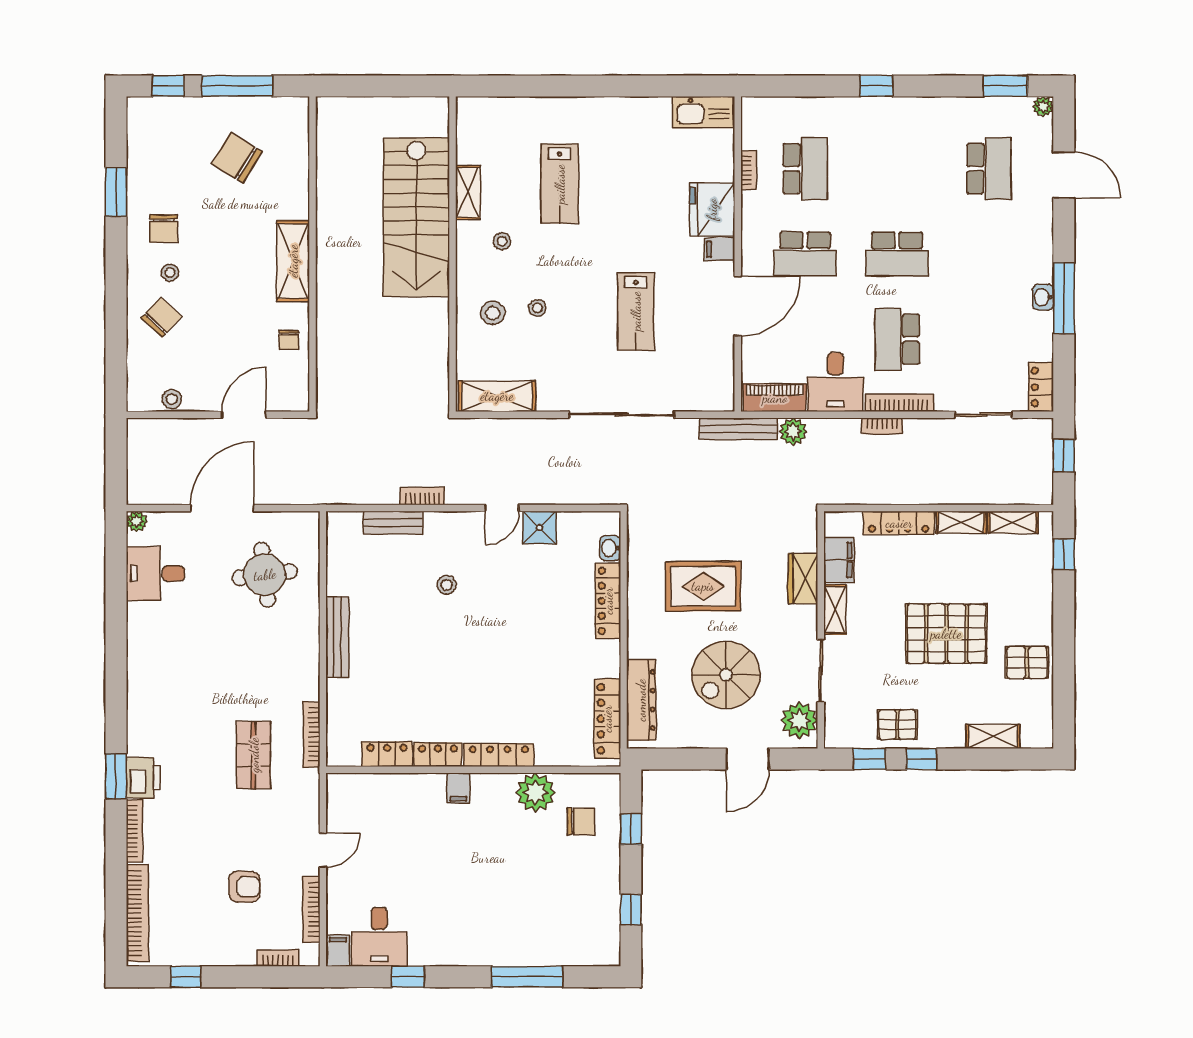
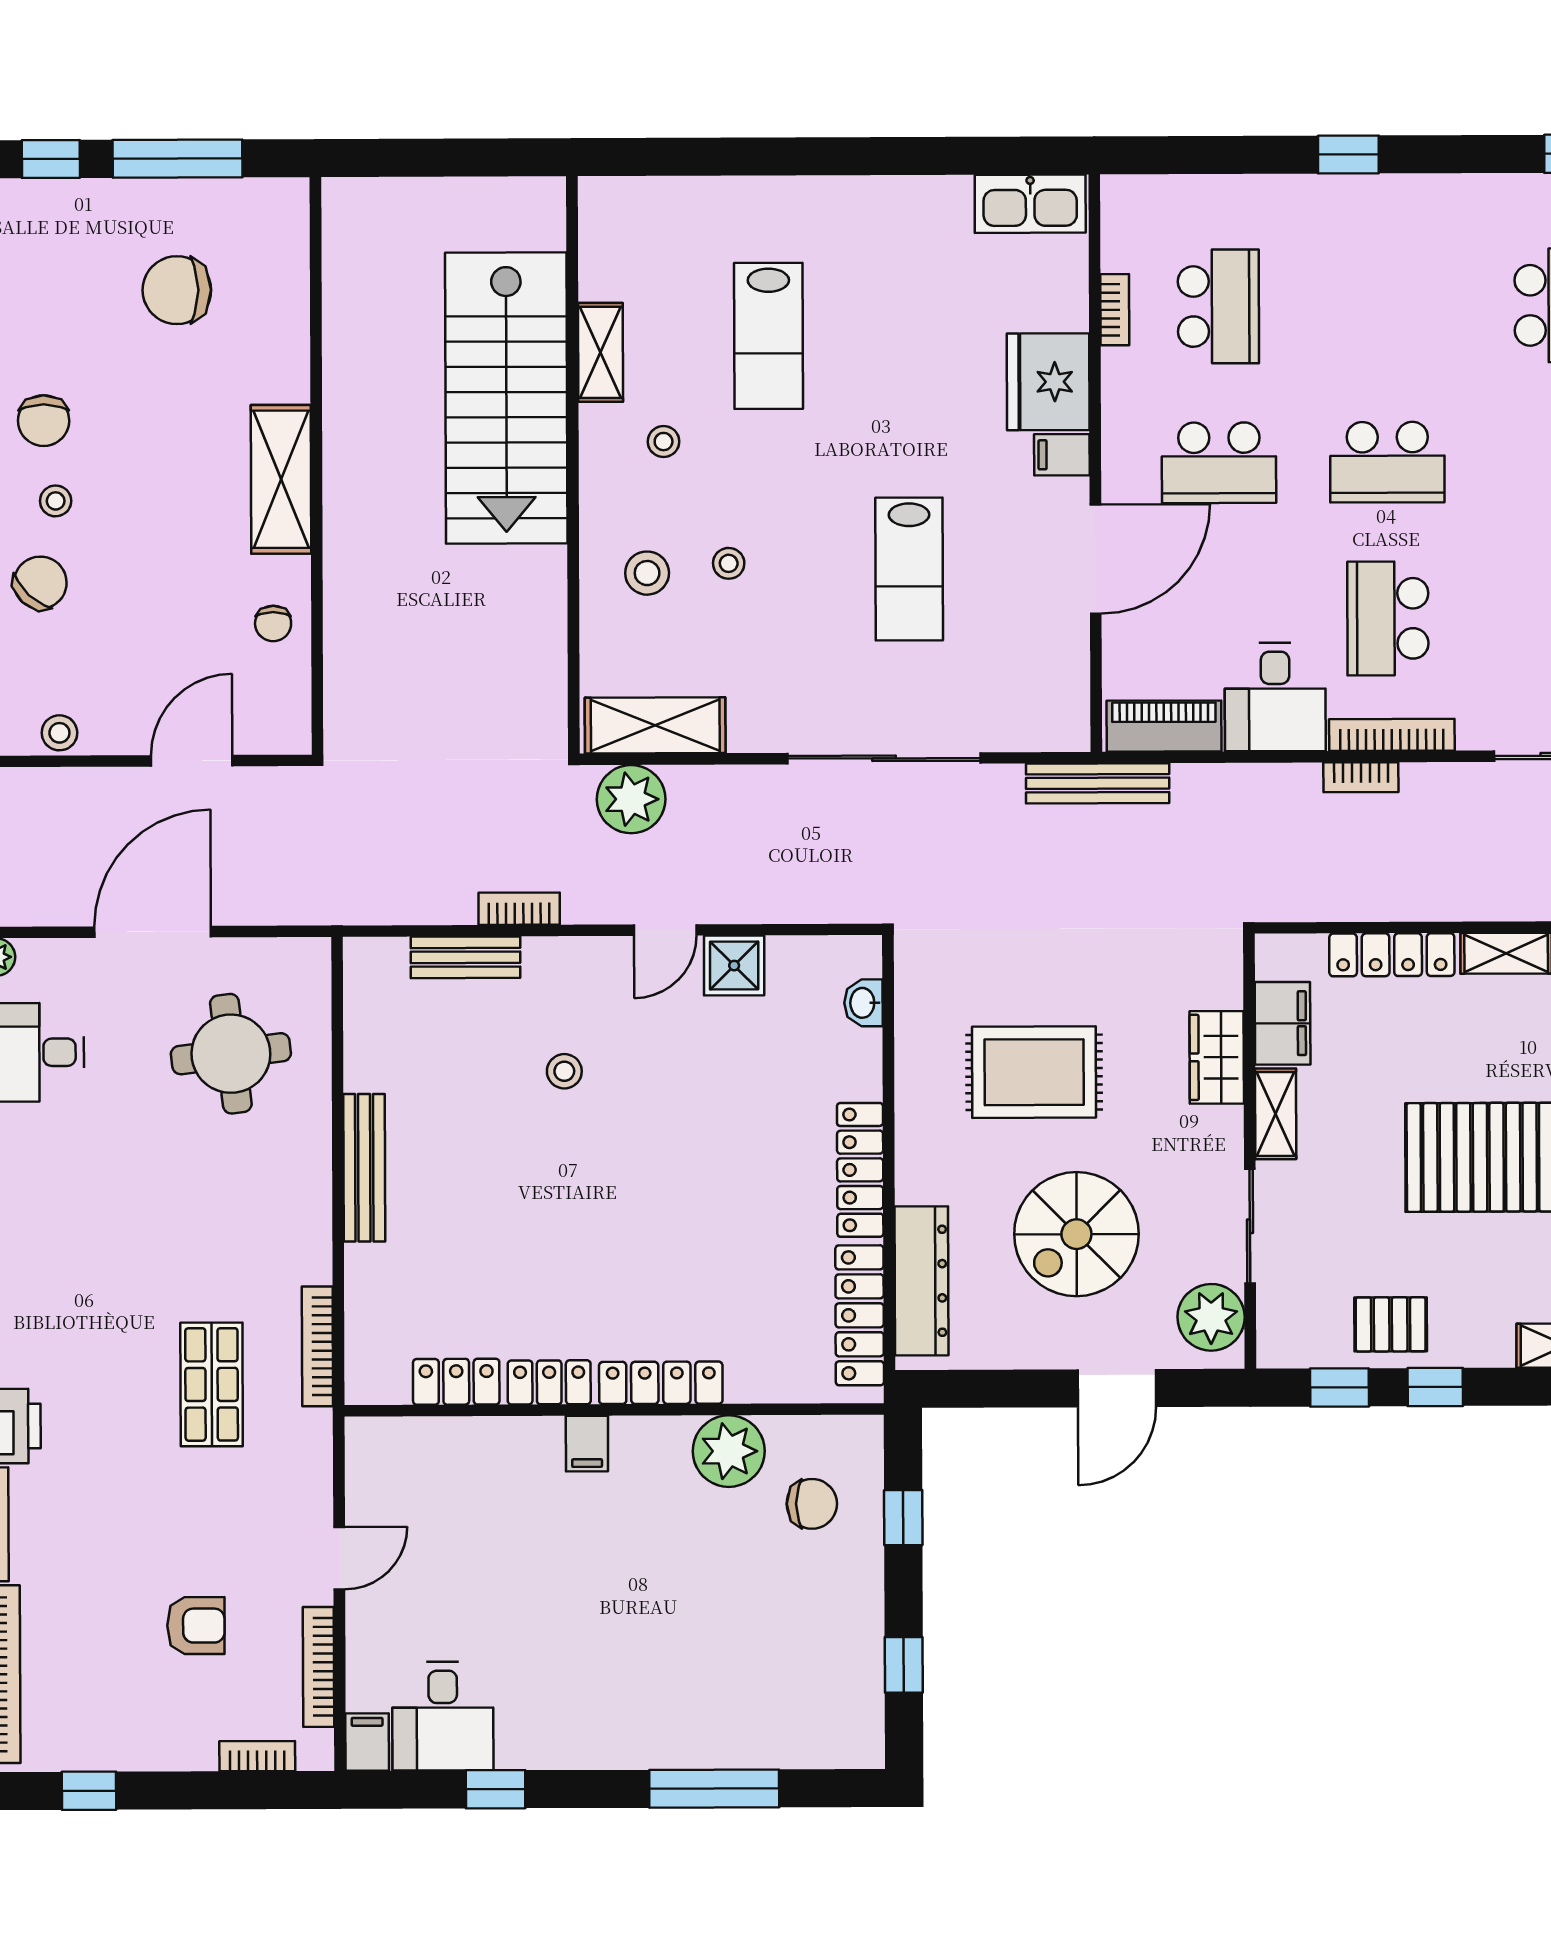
chair: (237, 158) -> (177, 290), turned -32
plant: (793, 431) -> (631, 799), moved, width x1.36, depth x1.36
locker: (608, 601) -> (860, 1170), moved

